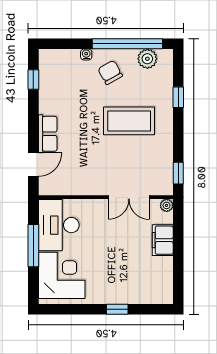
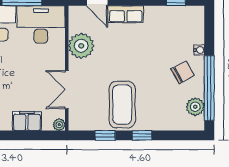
window: (178, 97) -> (142, 135), moved
coffee table: (129, 121) -> (122, 105), moved
window: (178, 173) -> (105, 135), moved
plant: (82, 182) -> (81, 46), added

